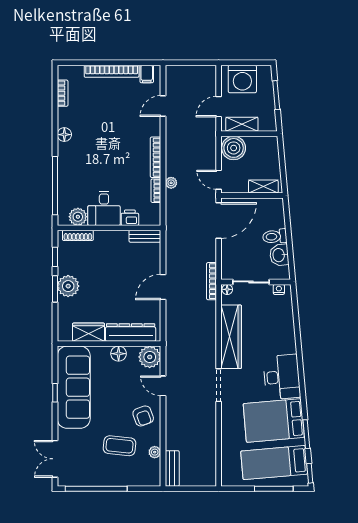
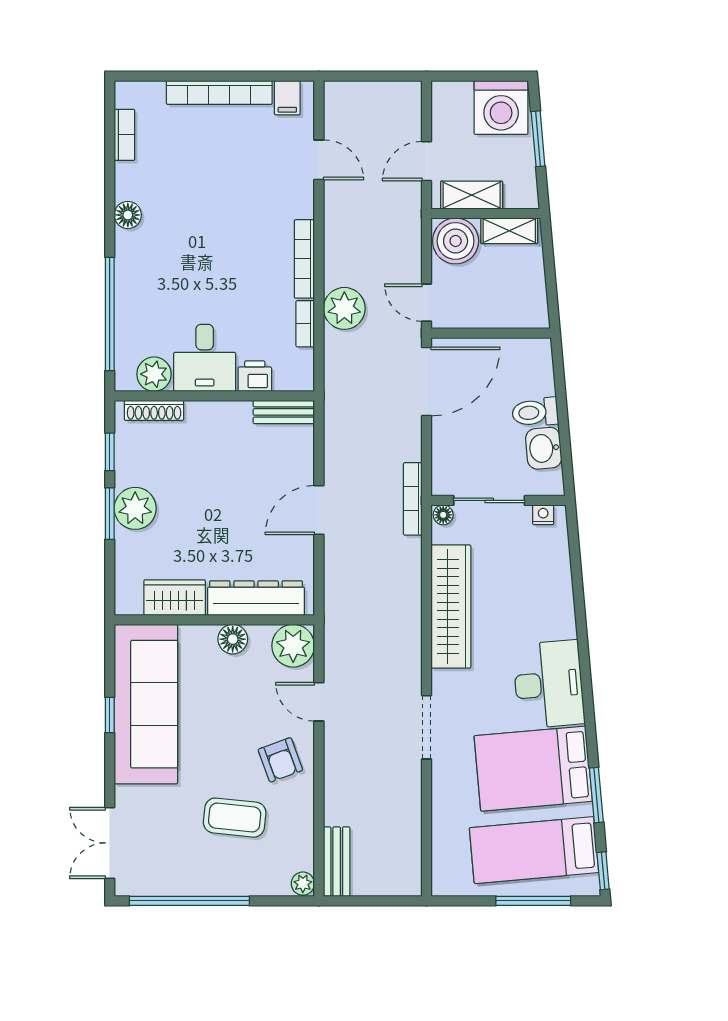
washing machine: (242, 79) -> (501, 107), moved
door: (163, 106) -> (319, 160), swing flipped
plant: (171, 183) -> (344, 308), width x1.88, depth x1.88
shelving: (263, 187) -> (509, 231), moved
doorway: (219, 385) -> (426, 727), moved
plant: (155, 452) -> (303, 884), moved

